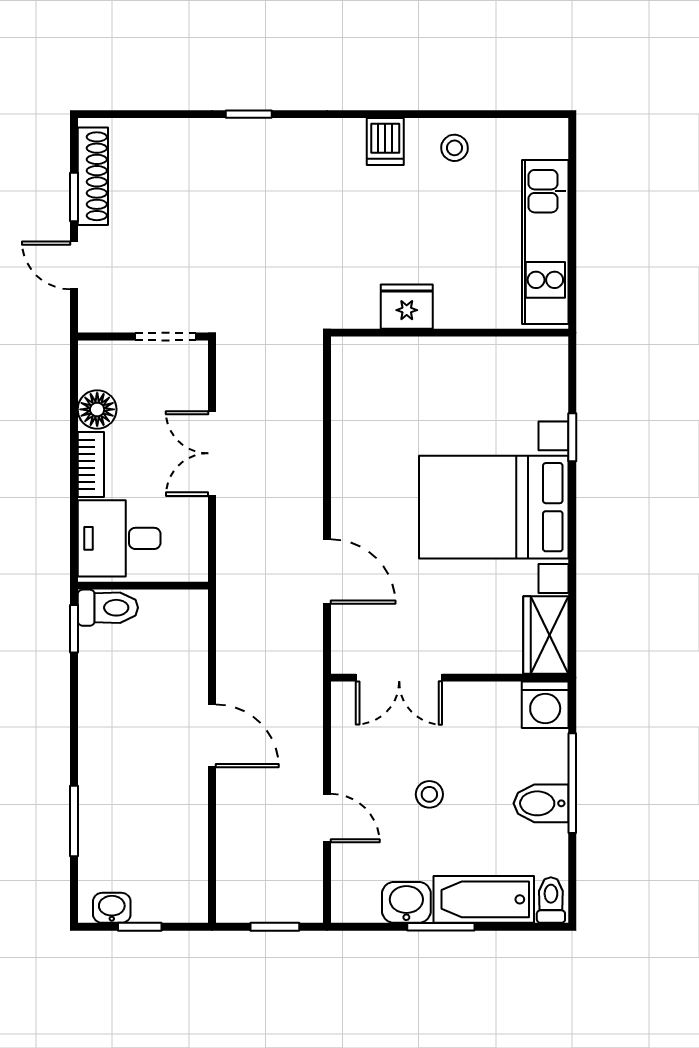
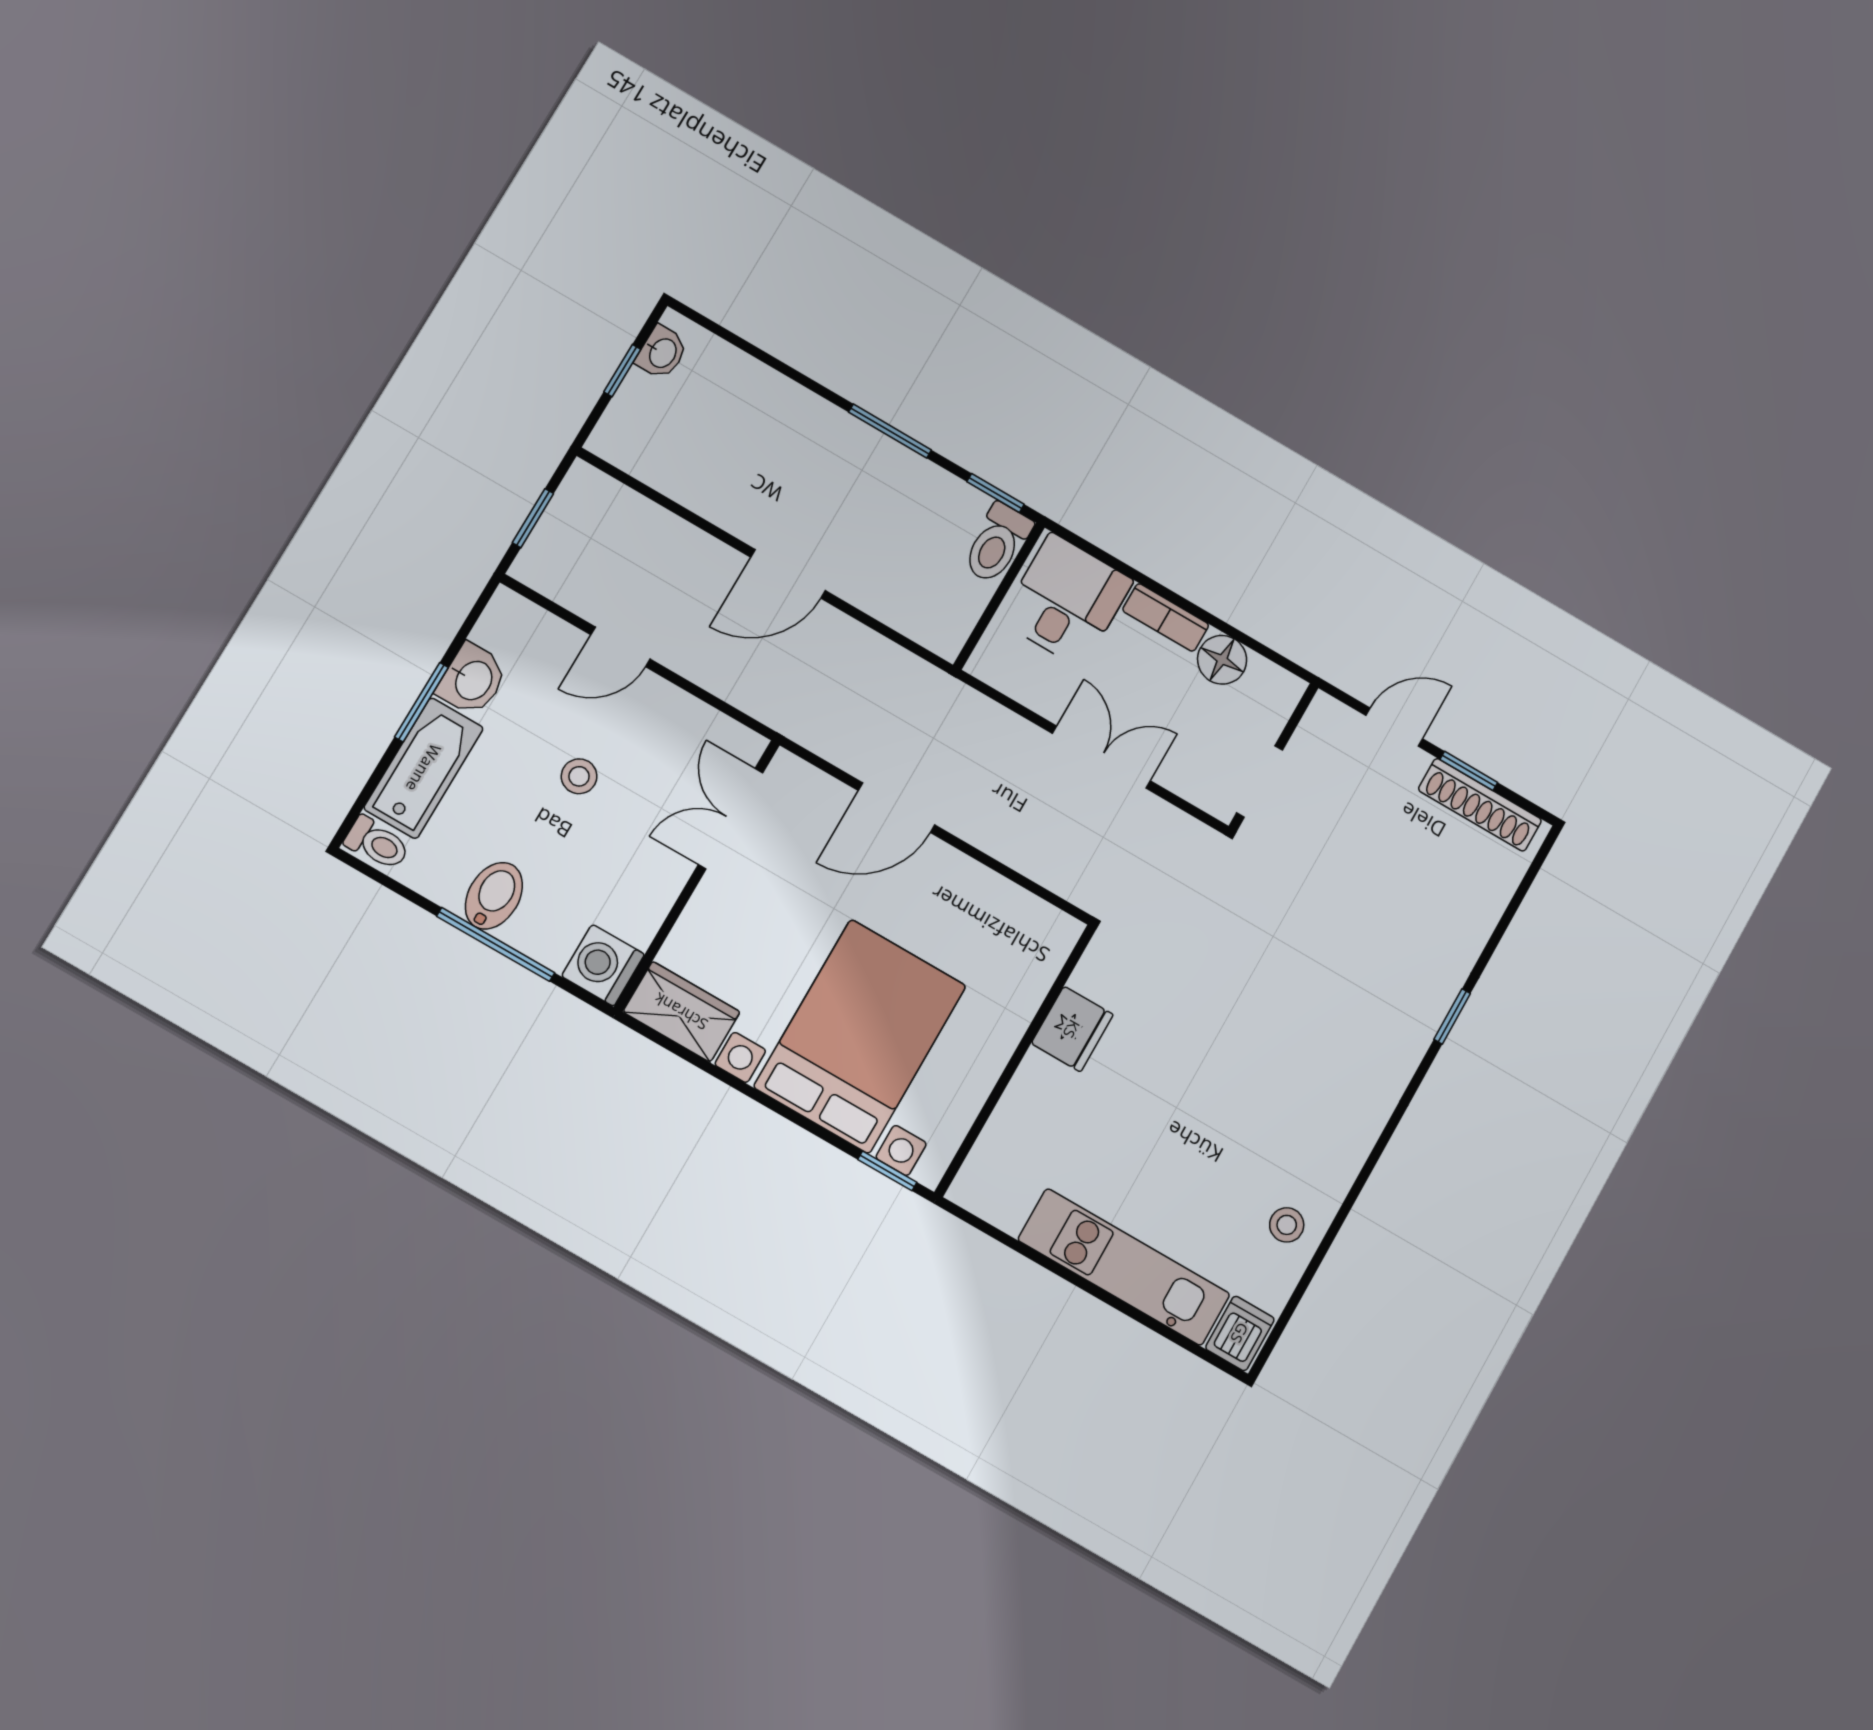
dishwasher: (385, 142) -> (1240, 1333), moved, turned 90
fridge: (407, 307) -> (1072, 1029), moved
wall: (450, 333) -> (1016, 1060), moved
window: (74, 821) -> (890, 431), moved

